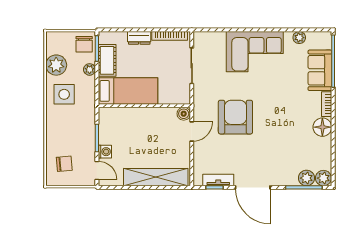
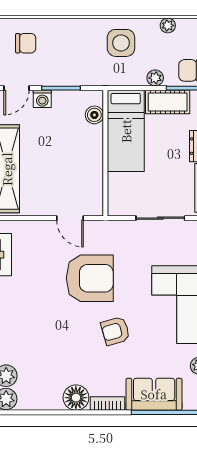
plant: (56, 65) -> (168, 25), width x0.53, depth x0.53
armchair: (274, 98) -> (115, 331), added
boiler: (184, 114) -> (94, 115), moved
chair: (64, 164) -> (26, 43), turned -85

